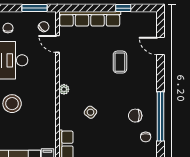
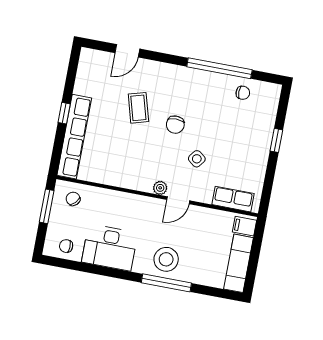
window: (123, 8) -> (64, 113), moved
door: (57, 44) -> (178, 200), moved
coffee table: (120, 62) -> (138, 108), turned 74
chair: (135, 116) -> (175, 125), moved

